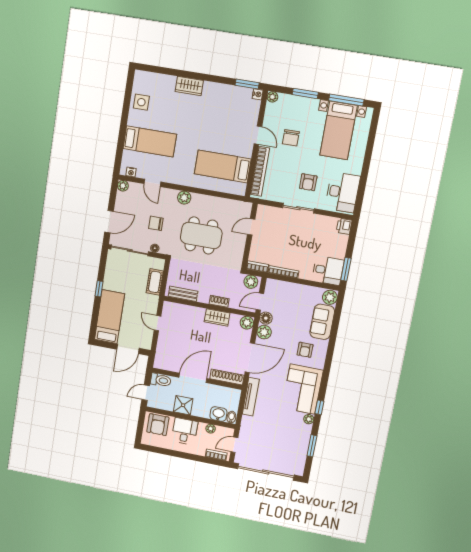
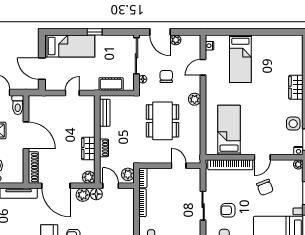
side table: (141, 102) -> (293, 124), moved
chair: (291, 138) -> (265, 187), turned -111
plant: (123, 186) -> (176, 40), moved

